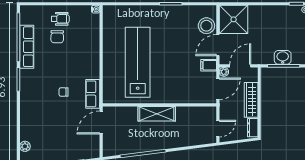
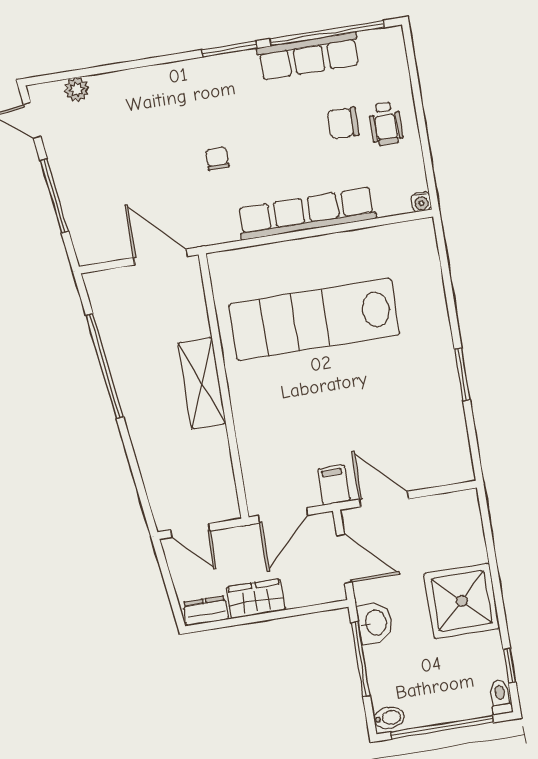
shower: (234, 19) -> (462, 601), moved
stool: (206, 26) -> (425, 465), removed
washbasin: (283, 57) -> (375, 623), moved
lab bench: (138, 62) -> (314, 319), turned 180
plant: (224, 72) -> (324, 523), removed
door: (218, 89) -> (283, 515), hinge flipped
row of seats: (93, 94) -> (307, 213), moved, width x2.02
wardrobe: (251, 100) -> (256, 599), width x0.67

